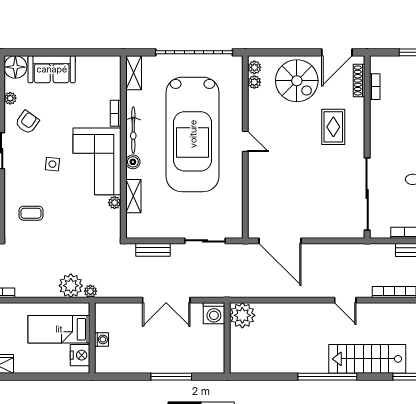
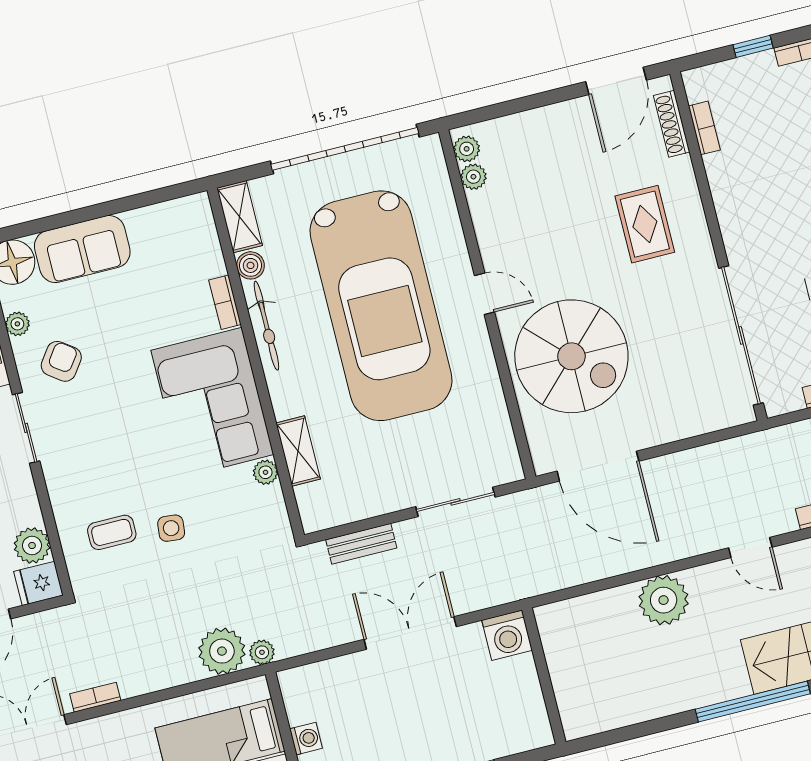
spiral stairs: (297, 81) -> (571, 356), moved, width x1.37, depth x1.37
boiler: (133, 162) -> (251, 265), moved
side table: (52, 164) -> (171, 528), moved
double door: (166, 300) -> (410, 633), swing flipped
plant: (242, 315) -> (664, 600), moved

